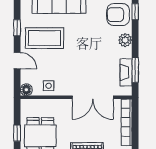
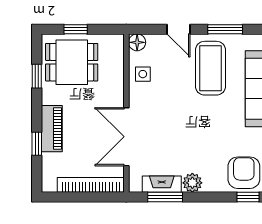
window: (17, 28) -> (225, 29), width x1.50
plant: (125, 40) -> (192, 183), moved
door: (17, 61) -> (178, 29), hinge flipped

